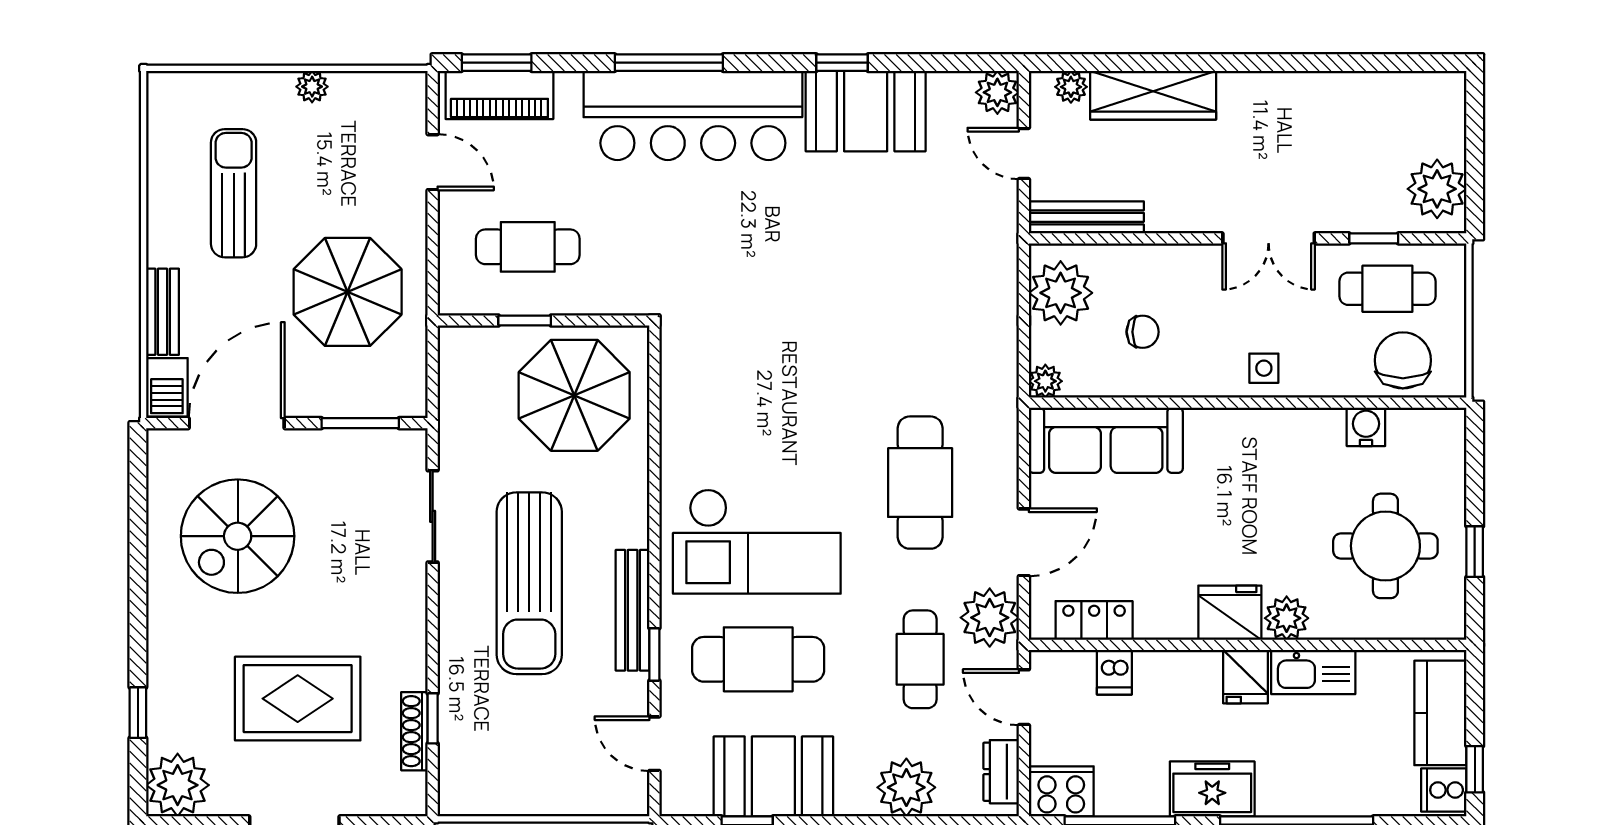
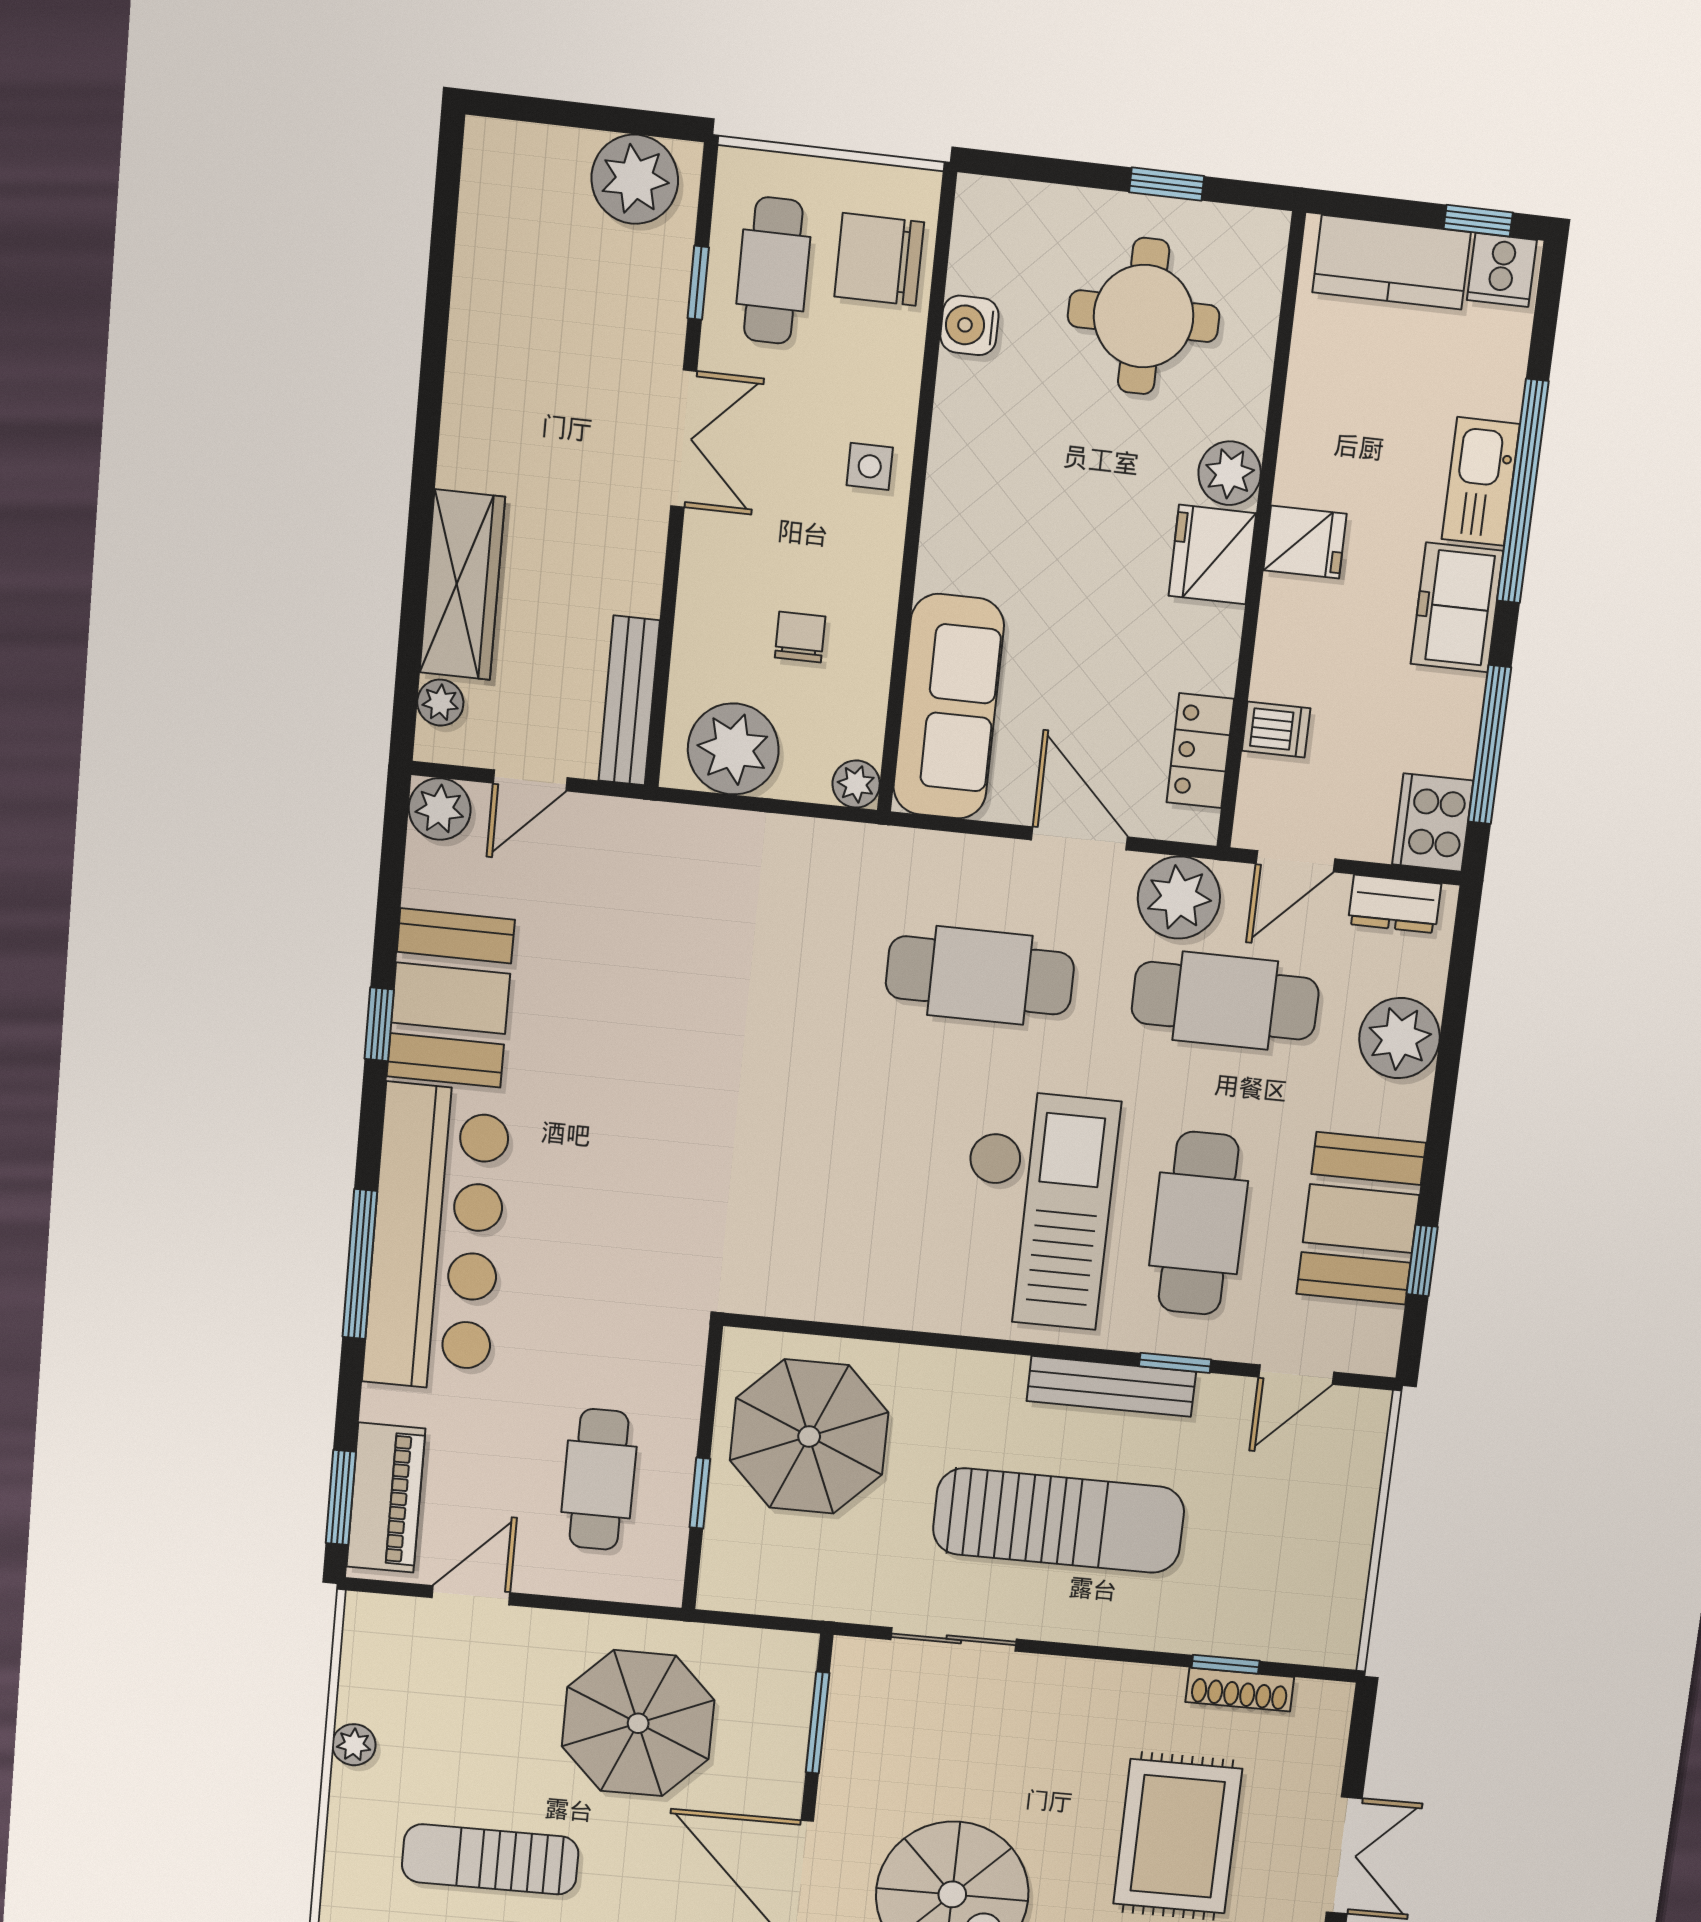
cafe table: (920, 659) -> (1225, 1001), width x1.37, depth x1.35
kitchen sink: (1313, 672) -> (1481, 482), moved, turned 180

